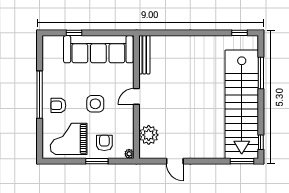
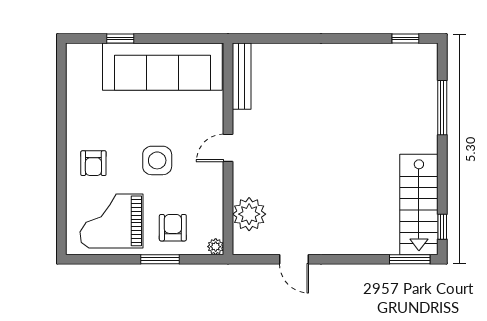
window: (40, 95) -> (61, 145), removed
stairs: (242, 104) -> (419, 205), width x0.54, depth x0.66
armchair: (58, 105) -> (93, 163), turned -90

